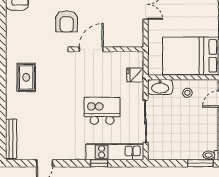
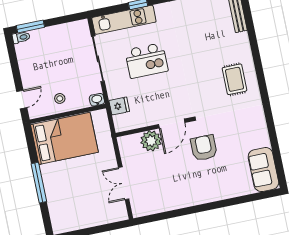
plant: (113, 38) -> (151, 141), added
washbasin: (160, 87) -> (97, 100), width x0.52, depth x0.69

